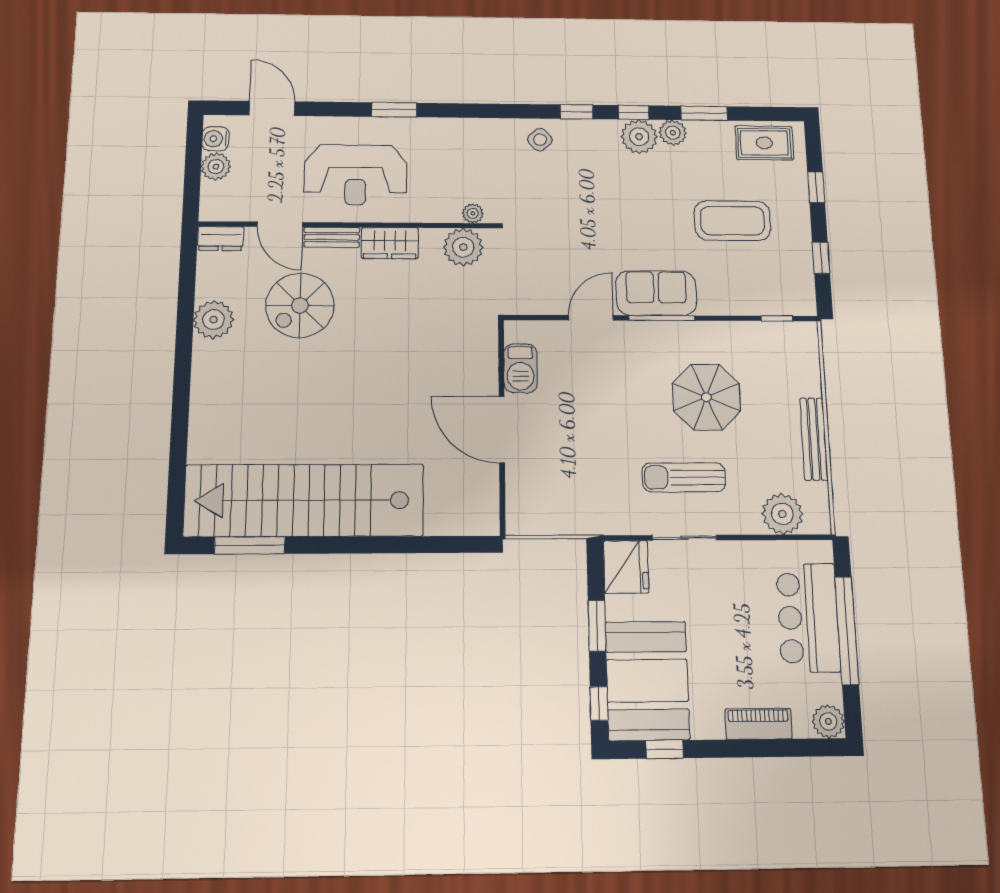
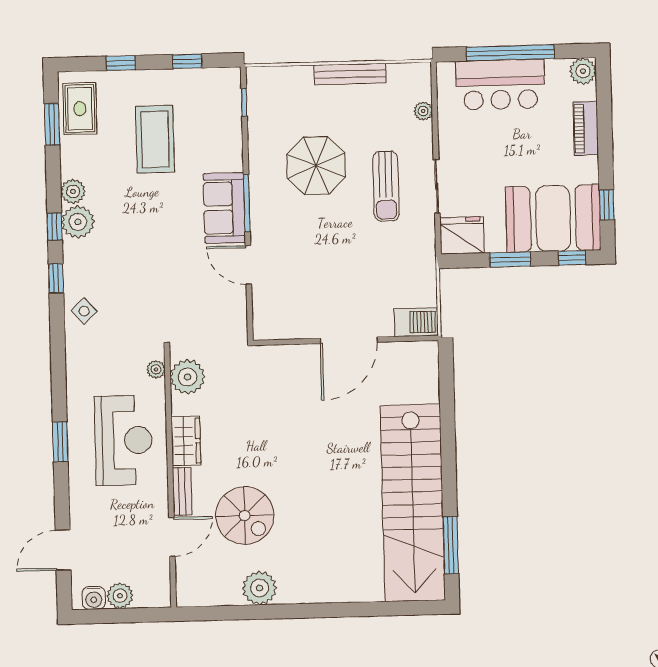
window: (704, 113) -> (52, 124), moved
reception desk: (356, 175) -> (124, 440), moved
dresser: (221, 239) -> (186, 587), removed
barbecue: (520, 368) -> (416, 322), moved
plant: (782, 514) -> (423, 111), width x0.53, depth x0.53

